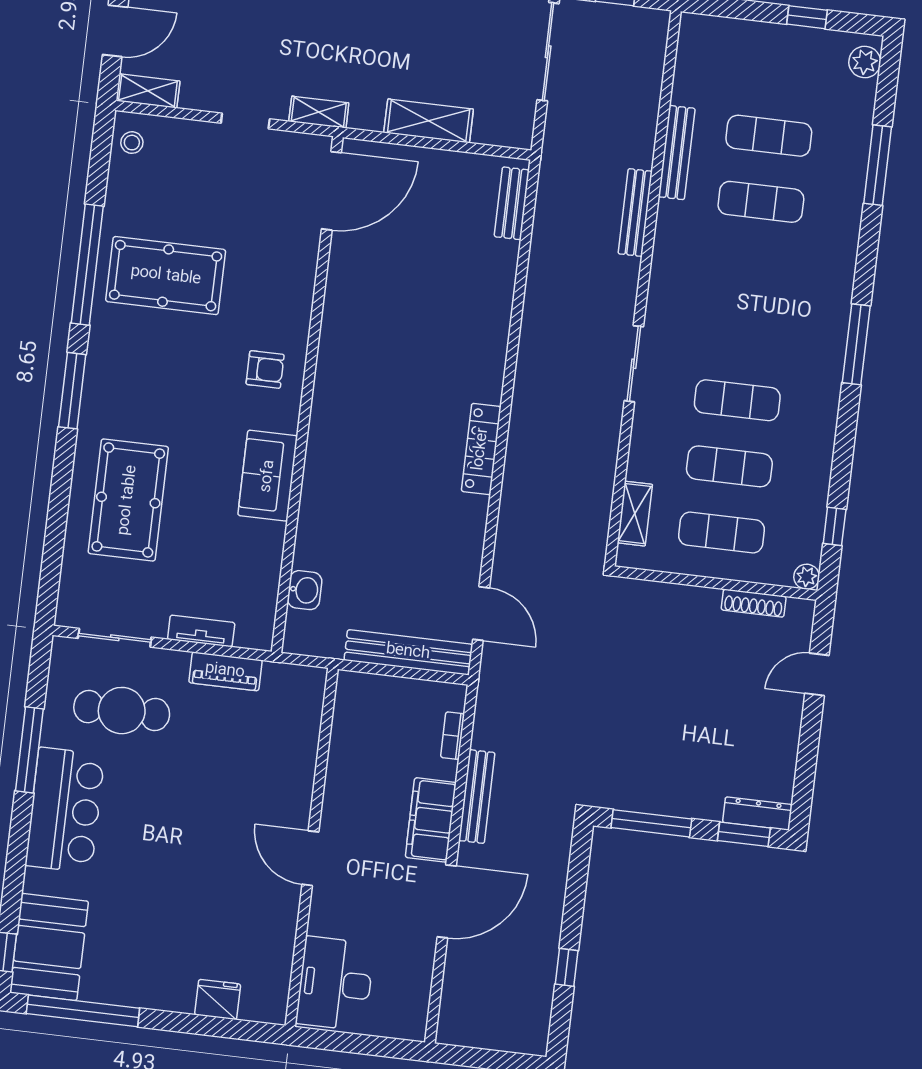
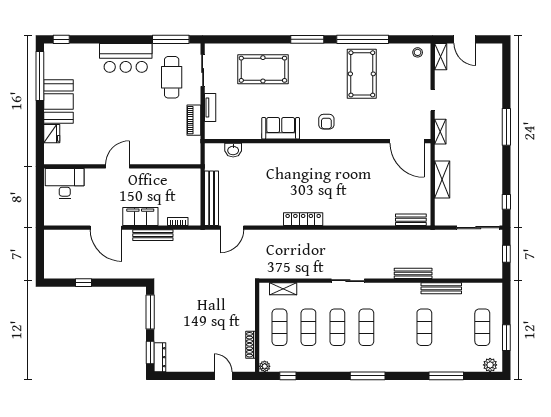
window: (807, 17) -> (506, 338), width x1.50
exercise mat: (769, 136) -> (482, 327), moved
exercise mat: (745, 334) -> (366, 327), added
window: (29, 750) -> (171, 39), moved
booth: (49, 947) -> (59, 102), moved, turned 90

